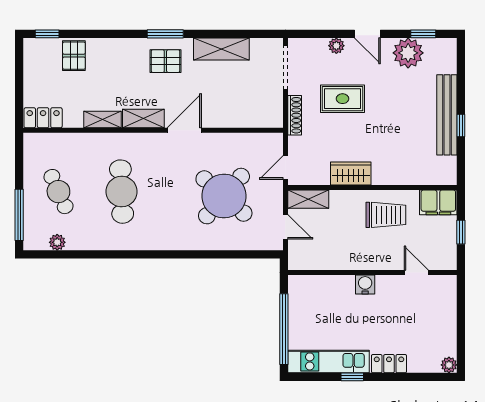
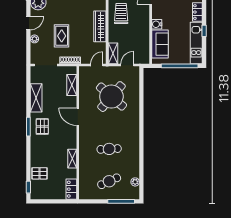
shelving: (143, 119) -> (72, 85), moved
door: (285, 167) -> (97, 65), swing flipped
wardrobe: (351, 174) -> (100, 26), width x1.50
cafe table: (122, 192) -> (109, 149), width x0.73, depth x0.74
sofa: (326, 291) -> (160, 44), added

